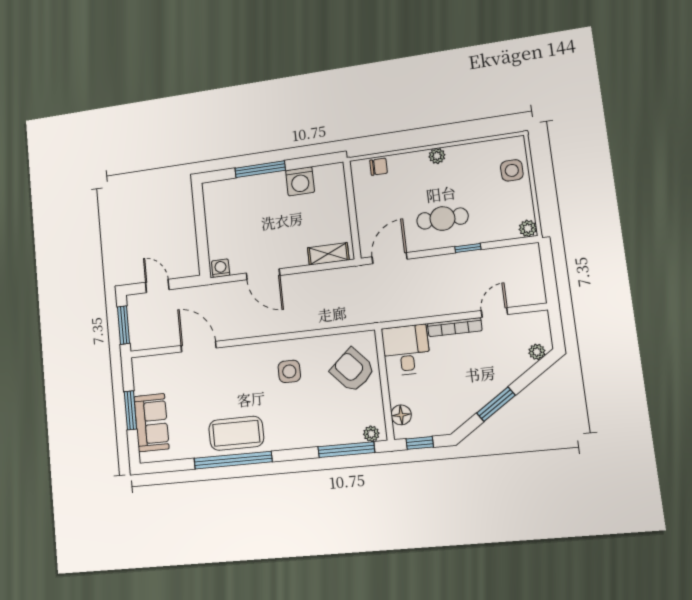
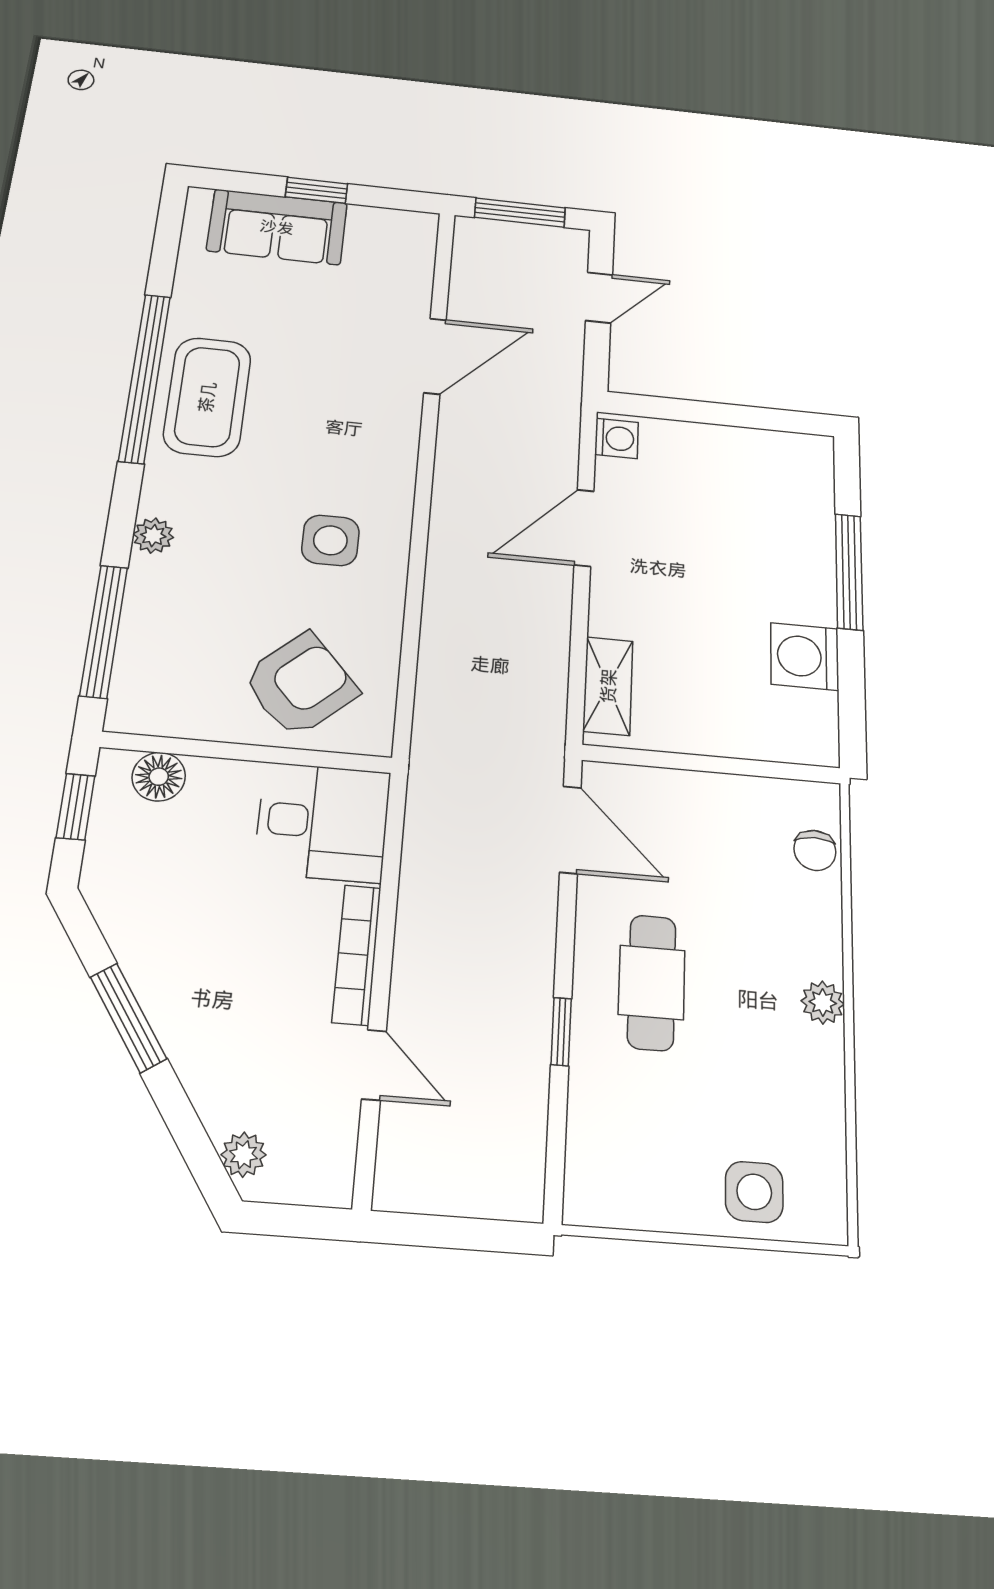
plant: (528, 228) -> (587, 1202), removed
window: (130, 410) -> (317, 190), width x0.67
plant: (371, 434) -> (153, 536), moved

